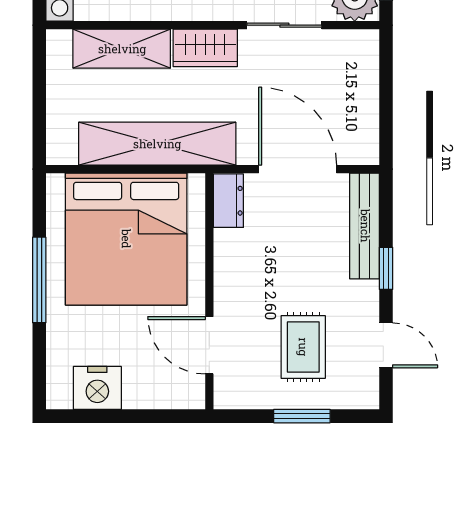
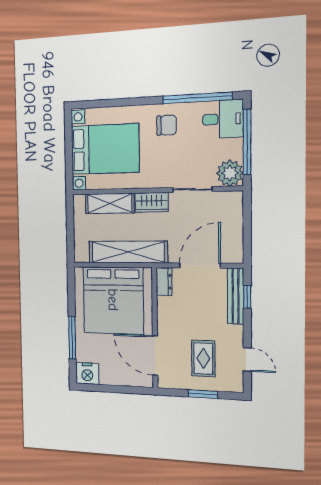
door: (298, 169) -> (200, 266), hinge flipped
window: (386, 268) -> (247, 297), moved
window: (39, 280) -> (72, 338), moved
door: (209, 345) -> (155, 355), width x1.36
nightstand: (97, 388) -> (87, 374), moved

